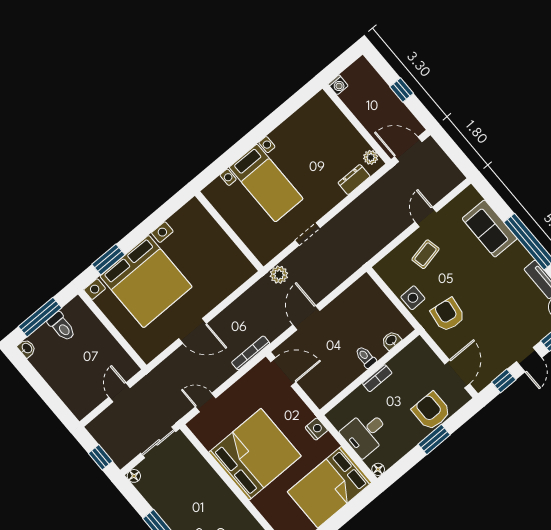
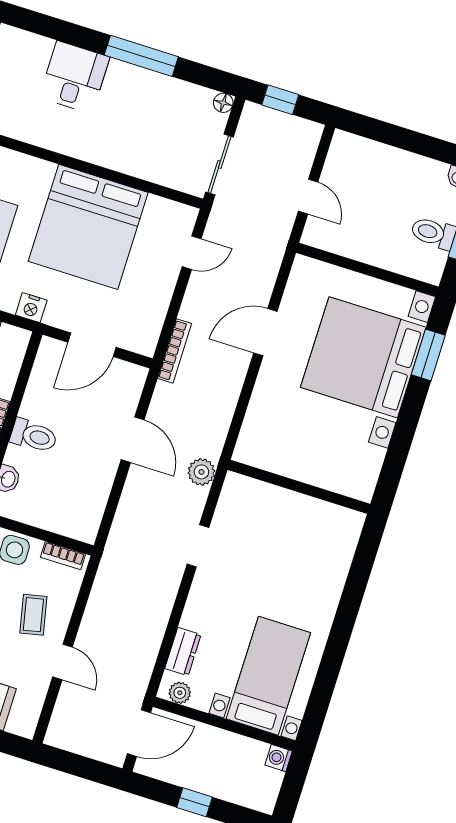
bed with nightstands: (266, 183) -> (268, 676), moved, turned 90
bookcase: (387, 277) -> (63, 556), added
toilet: (366, 357) -> (34, 436), width x1.37, depth x1.39
door: (283, 372) -> (92, 345), moved

